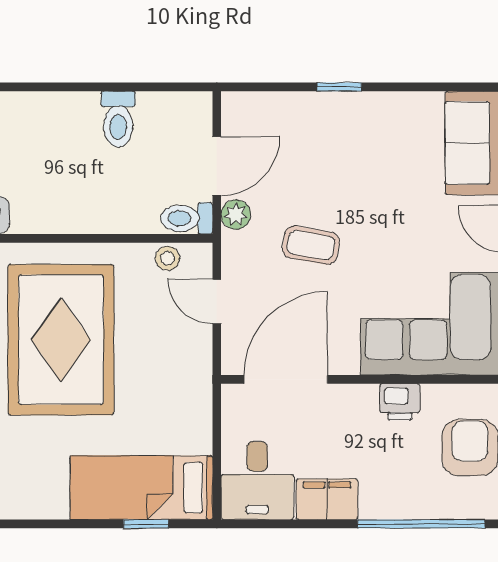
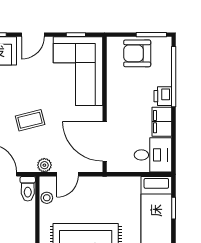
plant: (236, 215) -> (44, 165), moved
coffee table: (311, 245) -> (30, 120), moved, turned 66
printer: (400, 402) -> (163, 96), moved, turned 180

